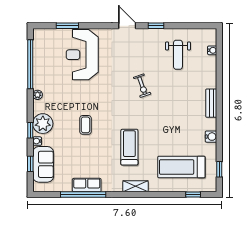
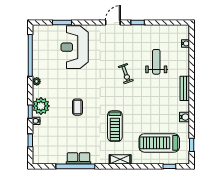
door: (127, 26) -> (113, 23), hinge flipped
weight bench: (178, 55) -> (156, 62), moved, turned 180
treadmill: (129, 147) -> (115, 126), turned 180
sofa: (43, 164) -> (41, 141), removed

